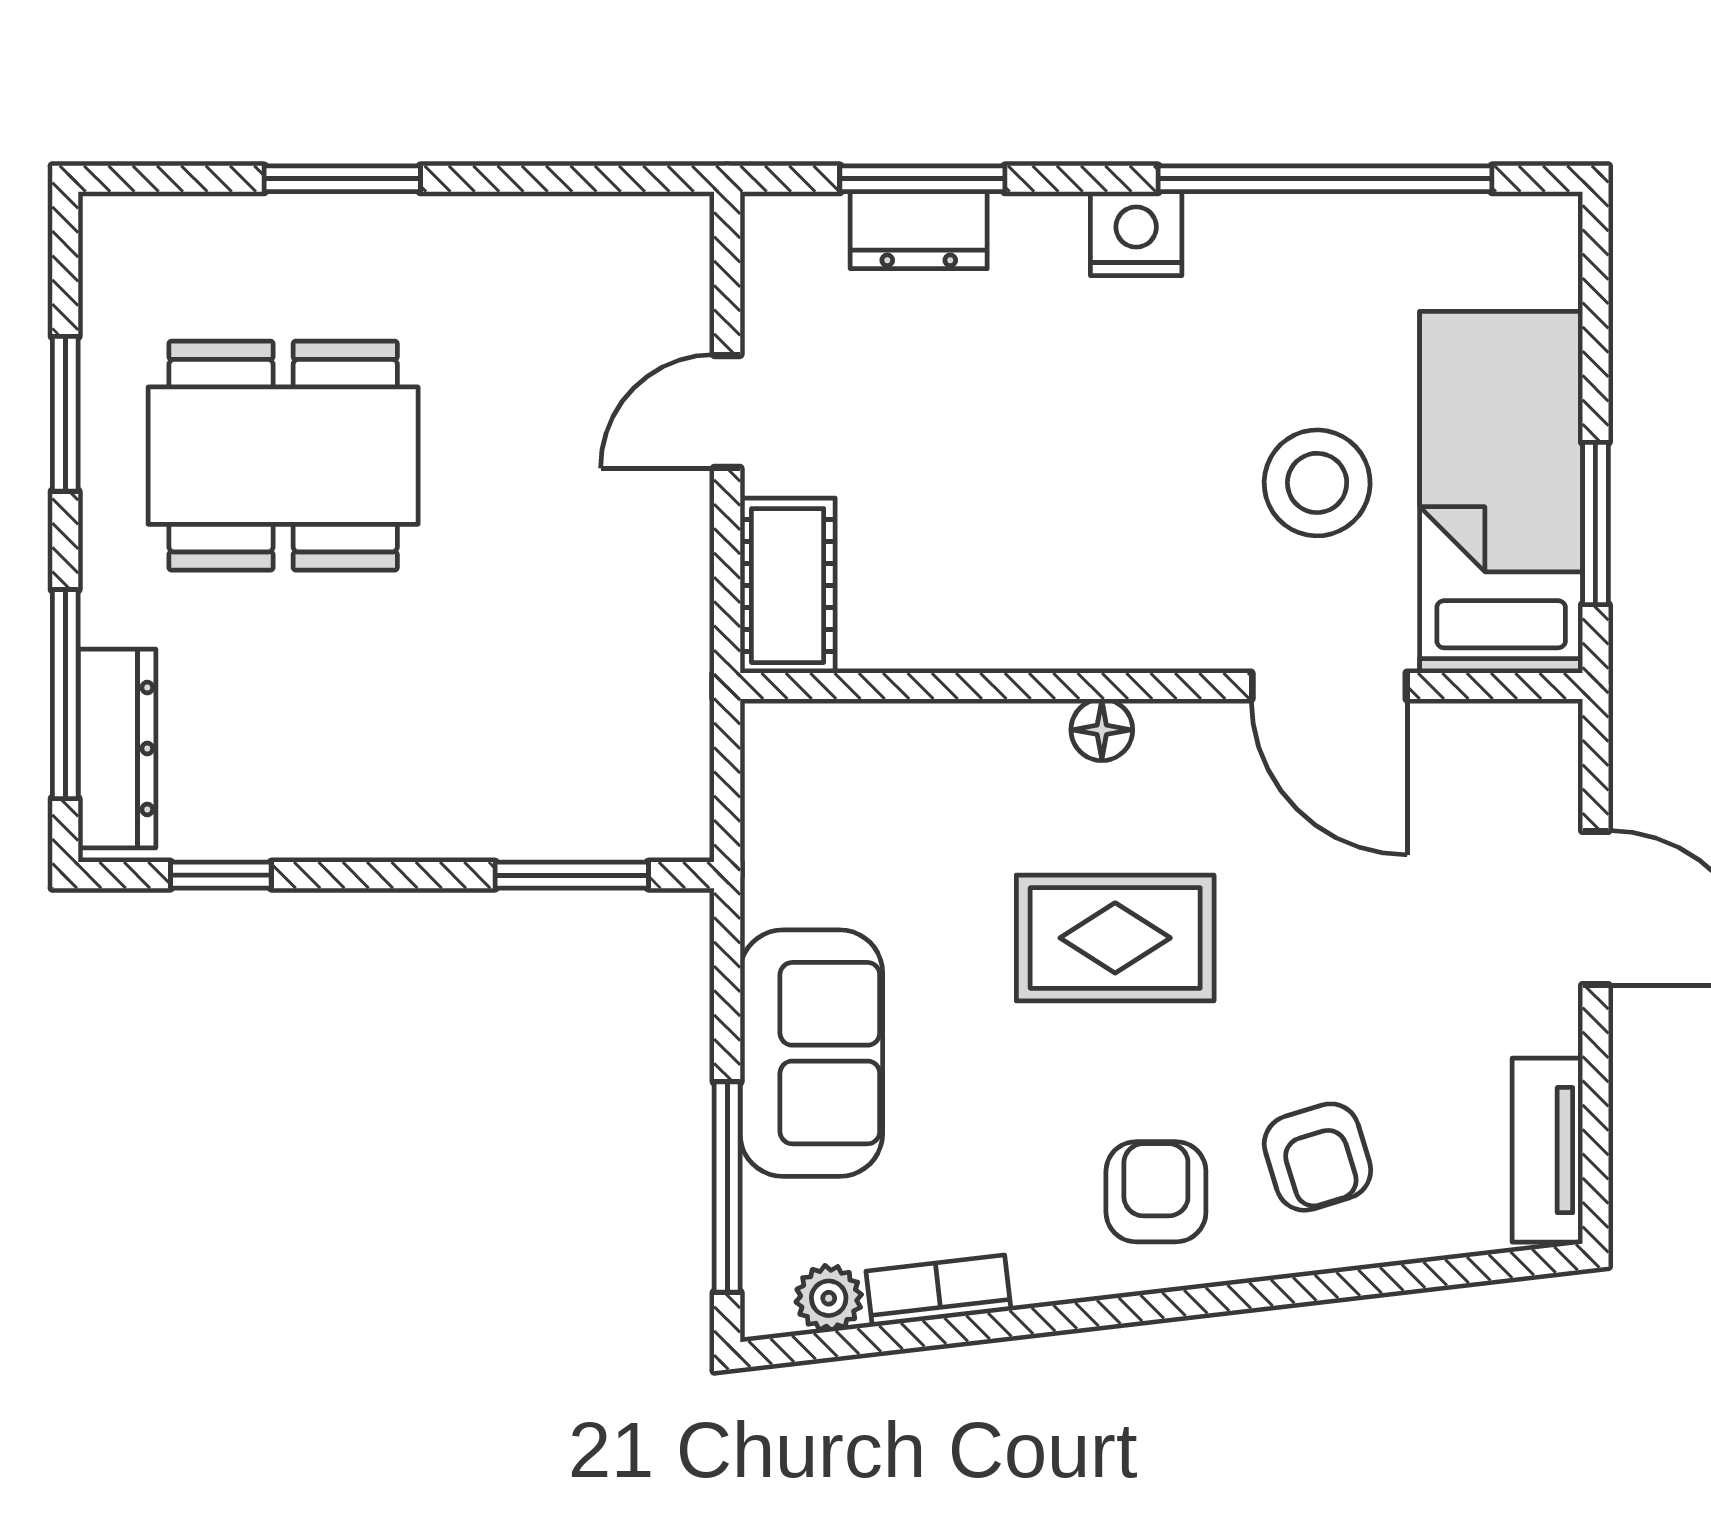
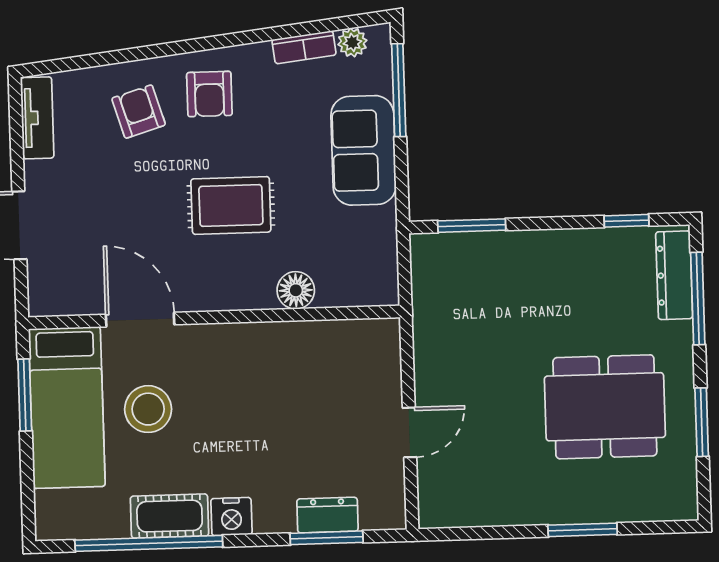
cot: (788, 586) -> (170, 516), moved, turned 90
floor lamp: (1102, 730) -> (296, 290), moved, width x1.37, depth x1.37

